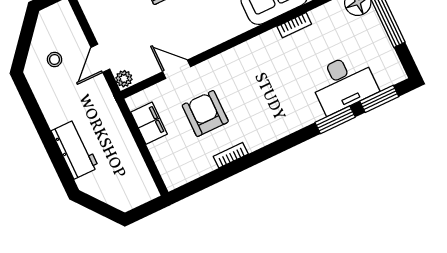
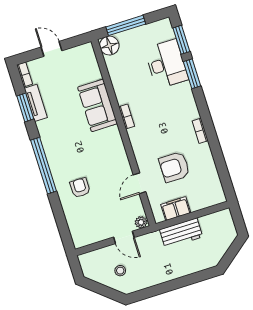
bookcase: (294, 25) -> (127, 116), moved
workbench: (75, 149) -> (181, 233), moved, turned 180
bookcase: (231, 155) -> (200, 131), moved

